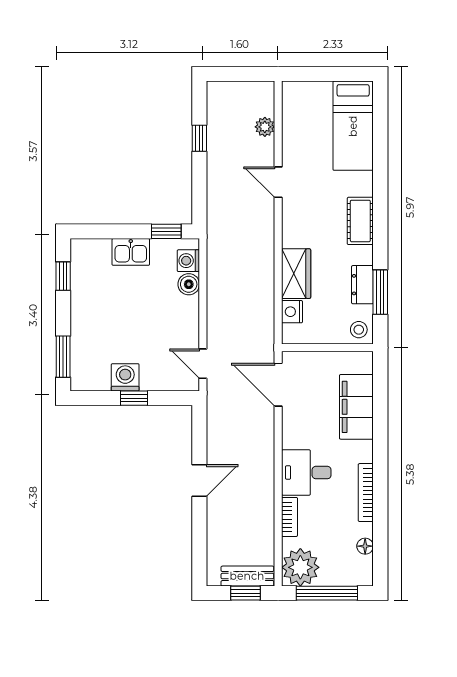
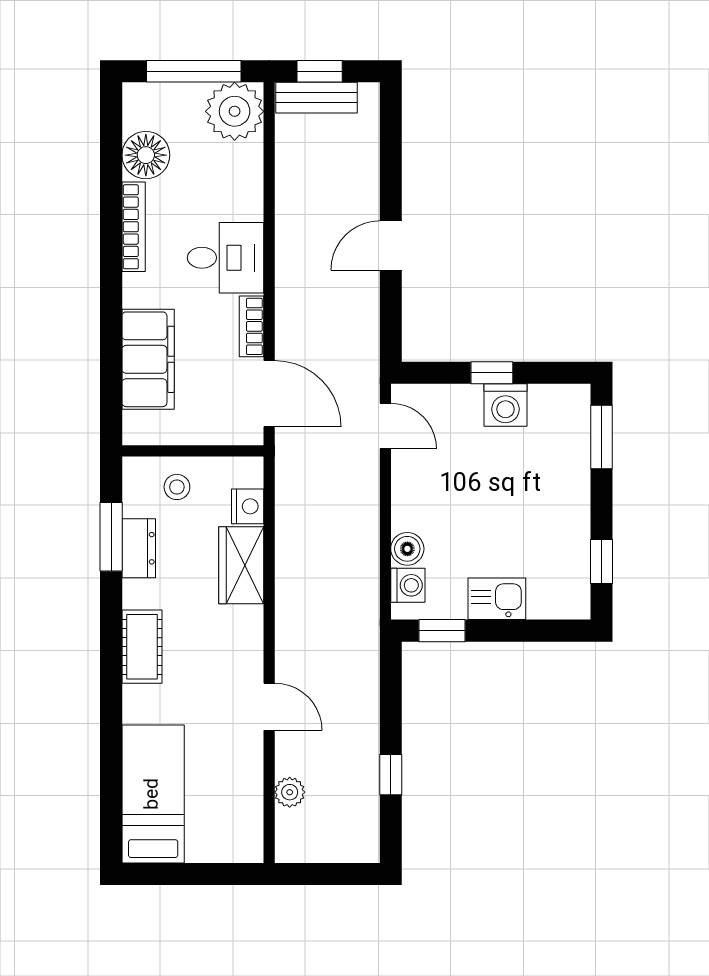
stool: (359, 330) -> (177, 487), moved
bookcase: (289, 517) -> (251, 326), moved
floor lamp: (365, 546) -> (146, 155), width x1.89, depth x1.89

